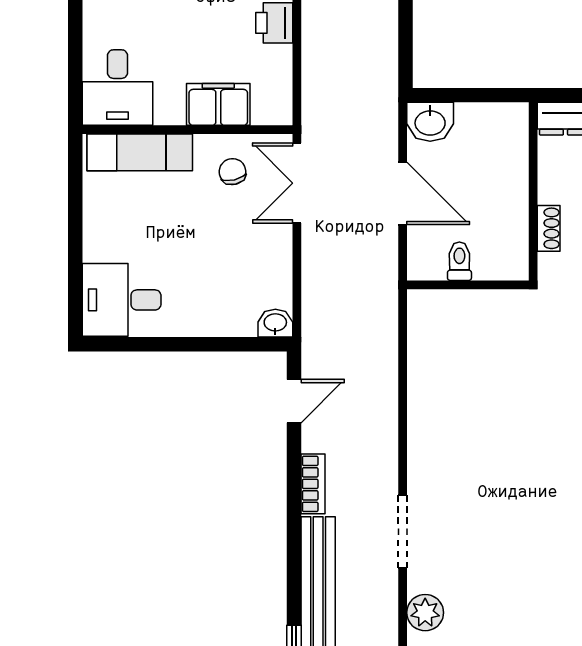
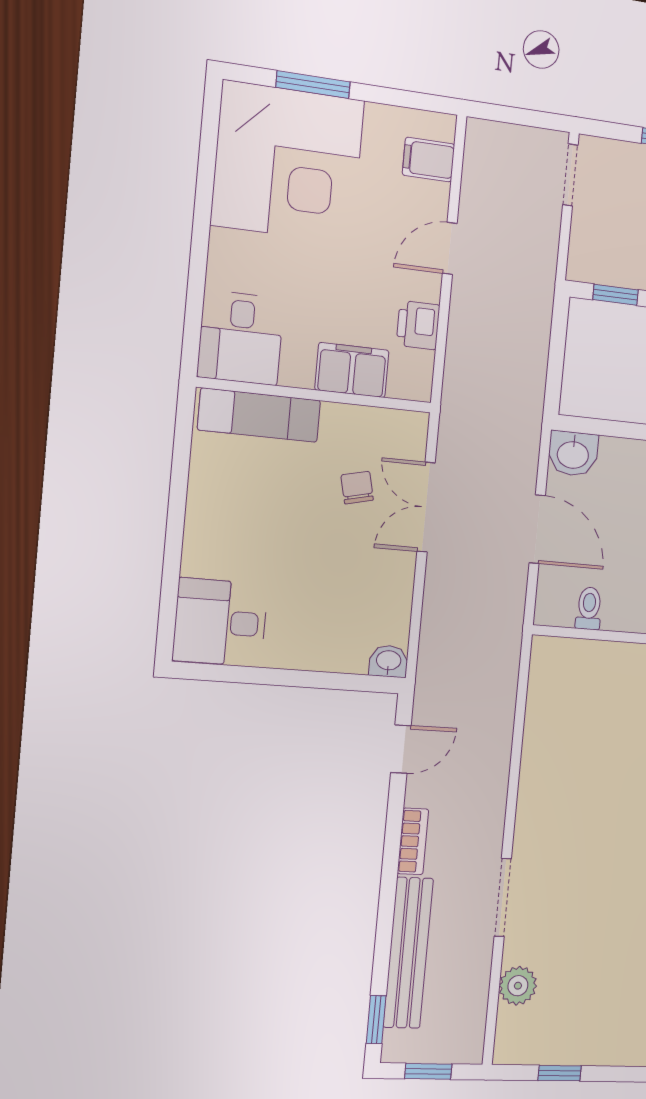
desk: (117, 88) -> (241, 338), moved
filing cabinet: (218, 104) -> (352, 370), moved
wall: (187, 130) -> (315, 395), moved
exam couch: (140, 152) -> (259, 415), moved

